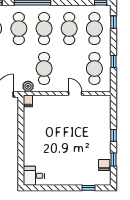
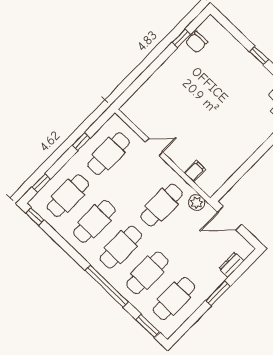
door: (75, 93) -> (154, 147), swing flipped
filing cabinet: (28, 101) -> (195, 171), moved
window: (113, 135) -> (157, 64), removed
window: (88, 188) -> (259, 56), moved

